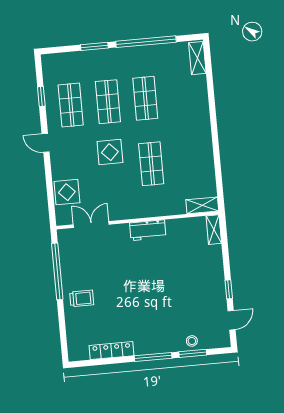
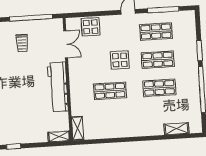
shelving: (197, 58) -> (176, 129), moved
window: (41, 96) -> (163, 10), width x2.17
workbench: (148, 230) -> (58, 87), width x1.88, depth x1.32
trolley: (82, 298) -> (22, 43), moved

